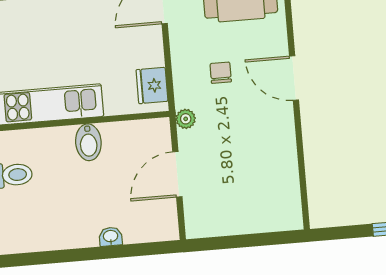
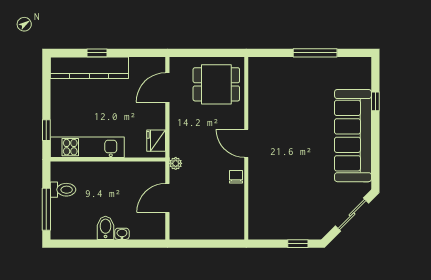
chair: (221, 73) -> (236, 177), moved
bidet: (88, 142) -> (105, 228), moved, turned 180

